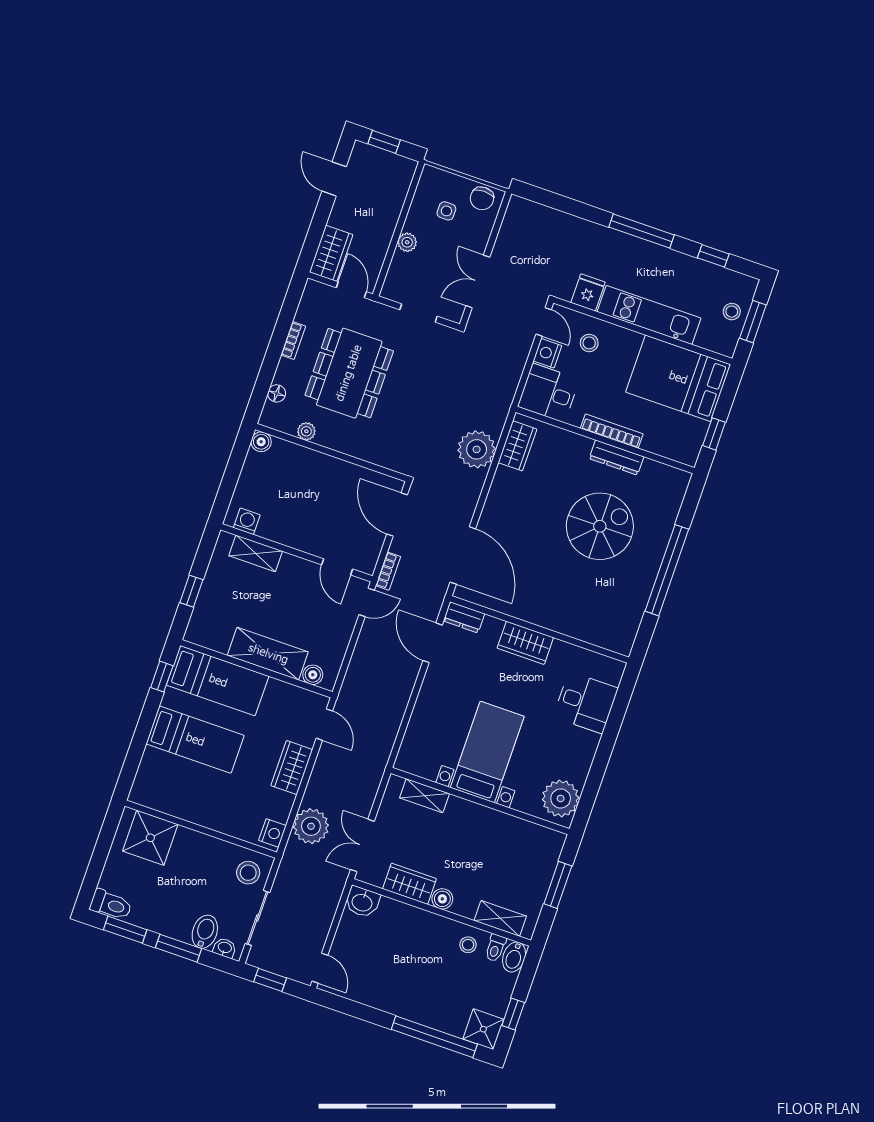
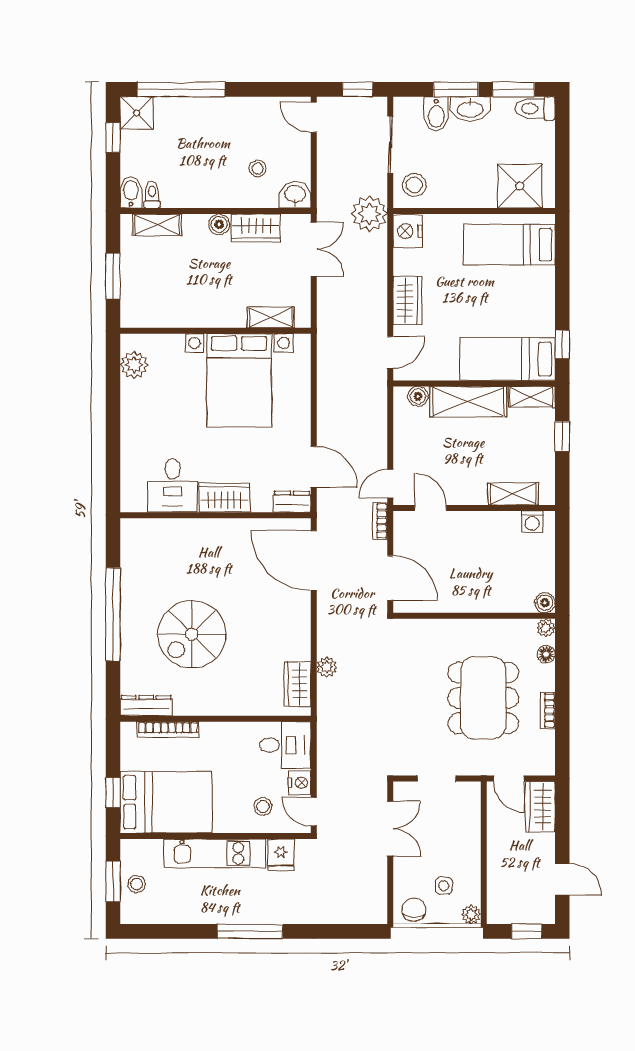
plant: (407, 242) -> (471, 914), moved
window: (713, 256) -> (173, 931), removed
plant: (306, 431) -> (546, 628), moved
bookcase: (612, 431) -> (168, 730), moved
window: (714, 434) -> (113, 792), moved
plant: (477, 449) -> (327, 667), width x0.53, depth x0.53
dresser: (616, 458) -> (146, 706), moved
shelving: (207, 638) -> (532, 397), added
desk: (586, 702) -> (173, 485), moved, turned -90
door: (324, 725) -> (390, 352), swing flipped
bed: (195, 740) -> (509, 245), moved
bed with nightstands: (487, 752) -> (239, 380), width x1.36
plant: (561, 798) -> (134, 365), width x0.73, depth x0.73
plant: (311, 826) -> (369, 214), moved
nightstand: (272, 833) -> (408, 231), width x1.36, depth x1.33
stool: (468, 945) -> (258, 169), moved
washbasin: (225, 948) -> (470, 109), moved, width x1.91, depth x1.45

